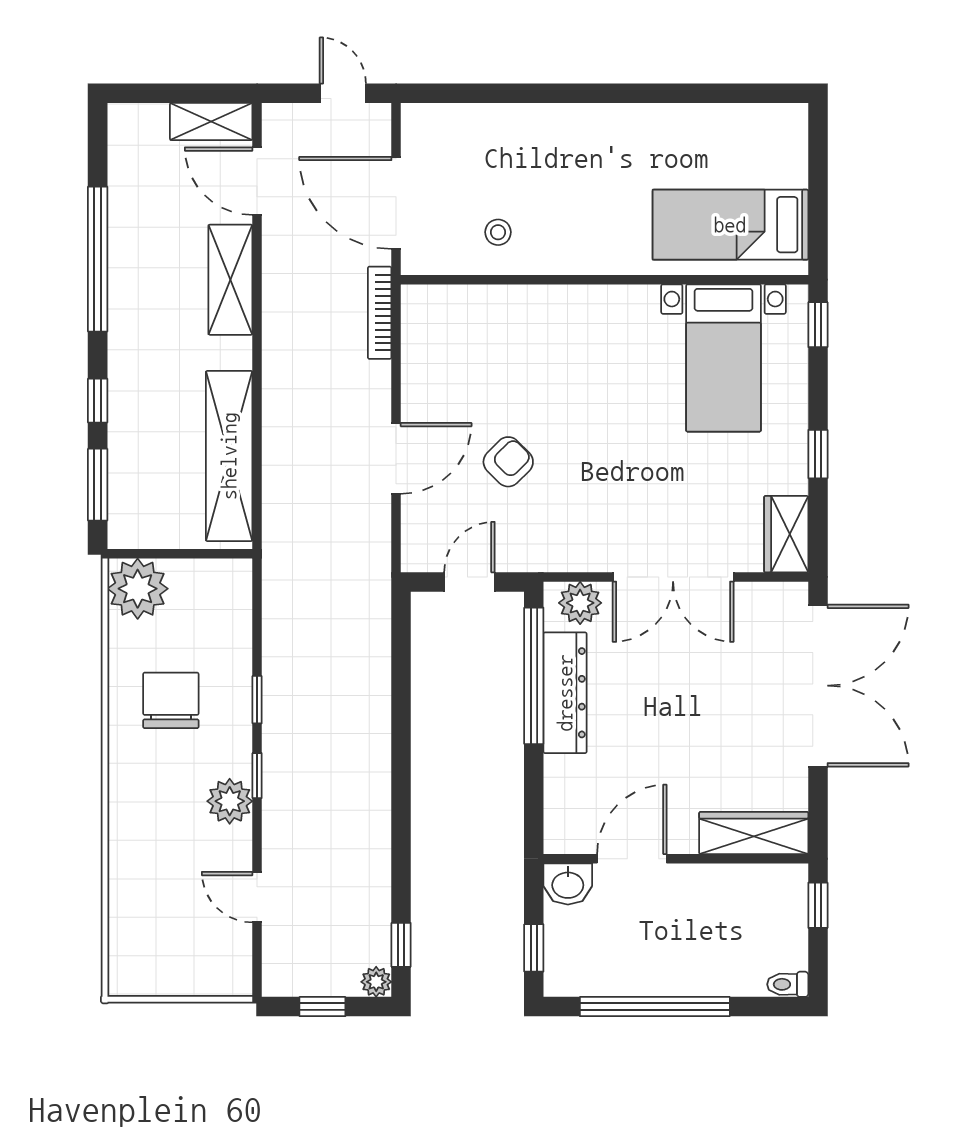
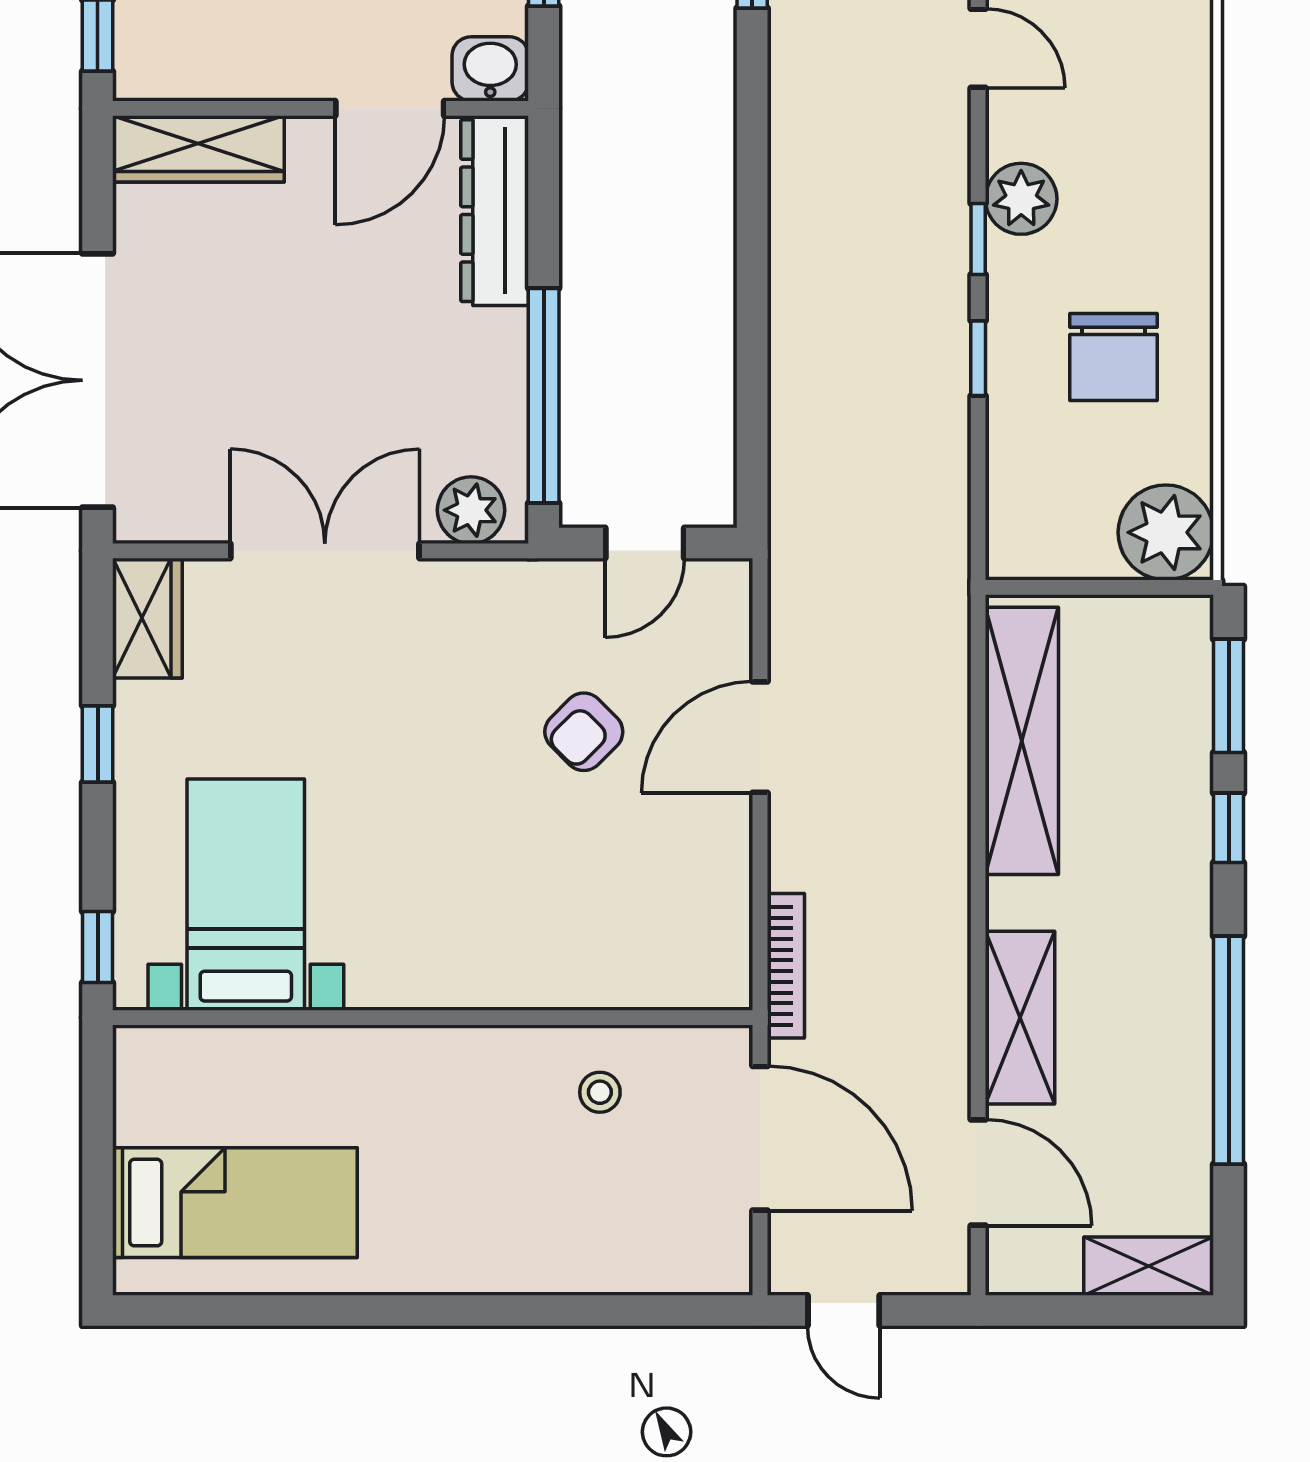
shelving: (211, 121) -> (1149, 1266), moved
bed: (730, 225) -> (235, 1203), moved
dresser: (565, 693) -> (495, 211), moved

